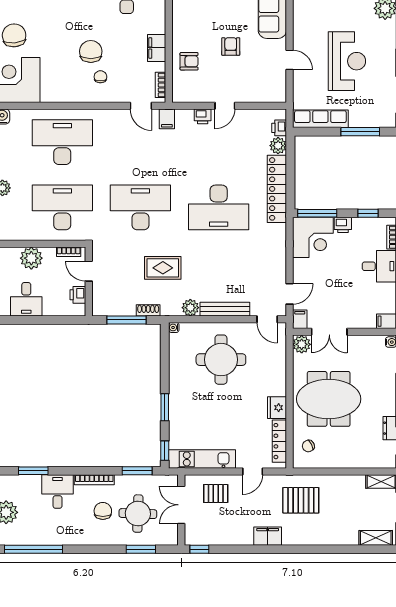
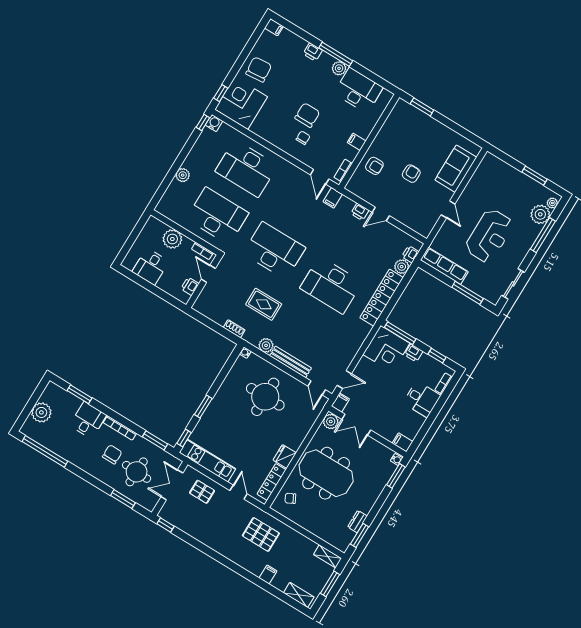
filing cabinet: (157, 48) -> (357, 142), width x0.50
desk: (62, 142) -> (246, 168), turned 180
window: (126, 320) -> (214, 326), removed
door: (253, 471) -> (239, 492), swing flipped
filing cabinet: (268, 536) -> (268, 574), moved, width x0.50

